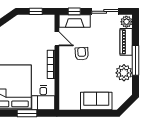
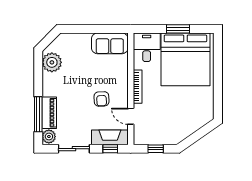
window: (136, 60) -> (38, 114), moved
plant: (124, 73) -> (52, 62), moved
sofa: (96, 101) -> (110, 43), moved
window: (27, 113) -> (178, 29), moved

